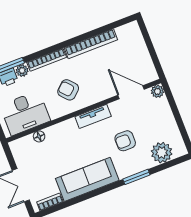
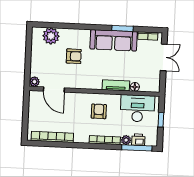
bookcase: (91, 44) -> (52, 137), moved
armchair: (68, 90) -> (99, 111), turned -138
tv unit: (93, 116) -> (116, 85), moved
window: (136, 177) -> (122, 28), moved

